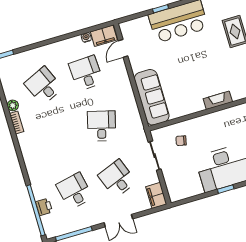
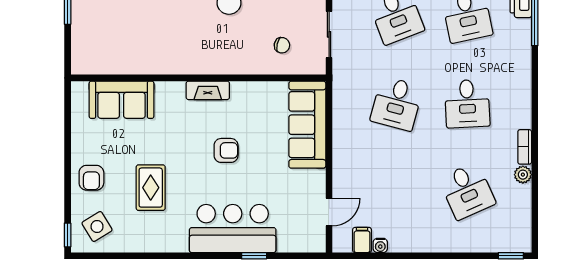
filing cabinet: (104, 36) -> (362, 240), width x0.50
armchair: (196, 67) -> (226, 150), added
desk: (86, 73) -> (467, 104), moved

